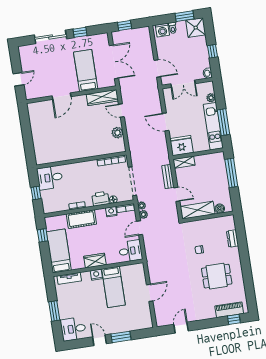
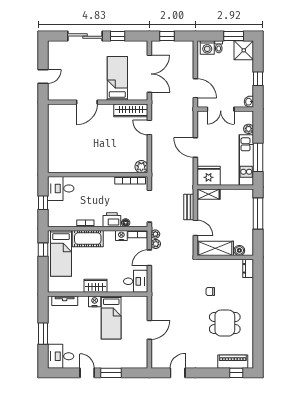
plant: (117, 133) -> (141, 167), moved
dresser: (232, 239) -> (248, 268), moved
bed: (59, 251) -> (61, 253), moved, turned 180

